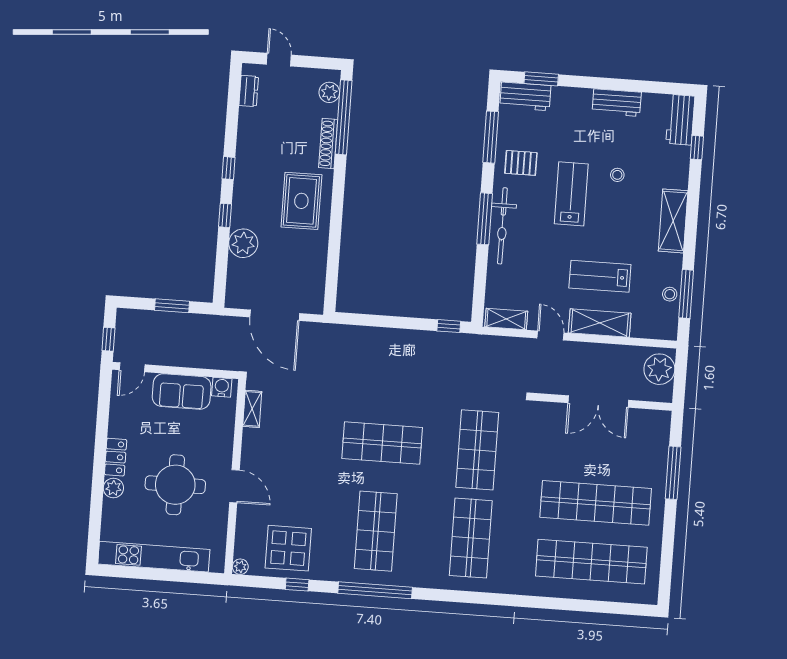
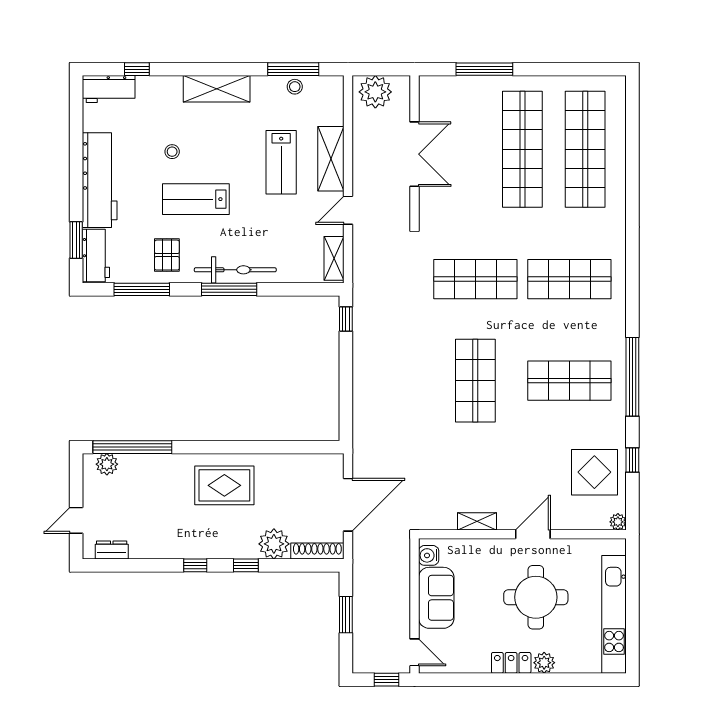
workbench: (617, 103) -> (100, 180), width x1.88, depth x1.32
shoe rack: (328, 144) -> (317, 551), moved, turned 180
shelving: (252, 409) -> (477, 521), moved

